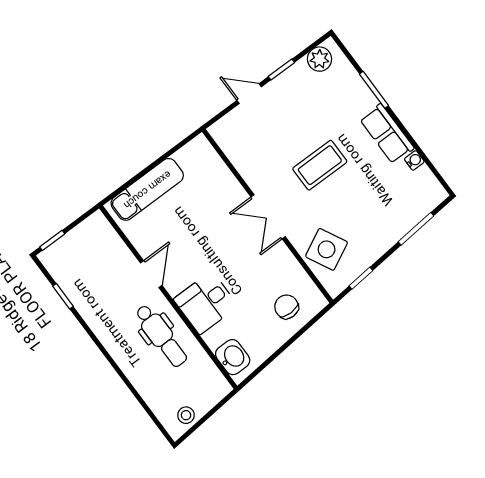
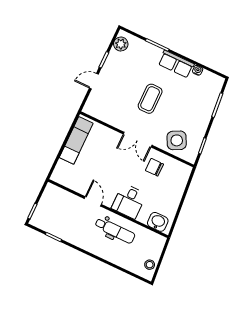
exam couch: (147, 189) -> (76, 140), moved
chair: (287, 307) -> (154, 167), moved

